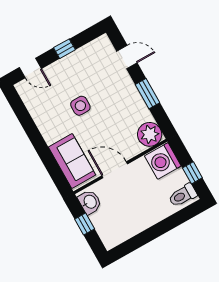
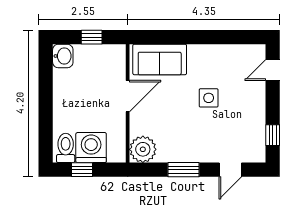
window: (65, 49) -> (273, 135), moved
washing machine: (163, 161) -> (91, 148), moved
washbasin: (90, 202) -> (63, 56), moved, turned -90

